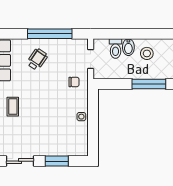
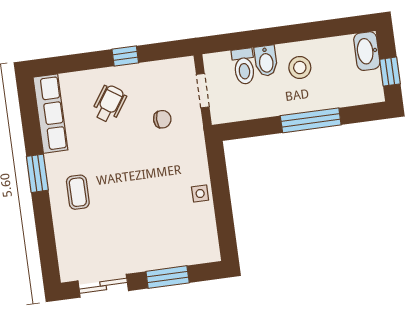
window: (50, 34) -> (125, 56), width x0.32
chair: (74, 82) -> (162, 119), moved

